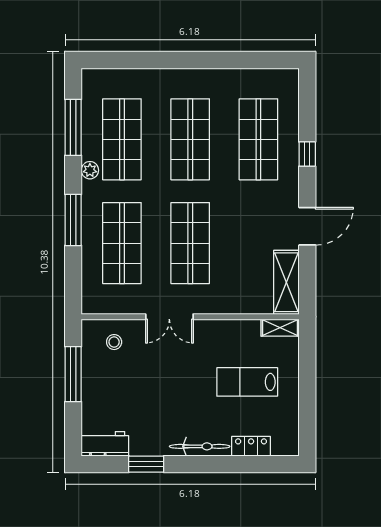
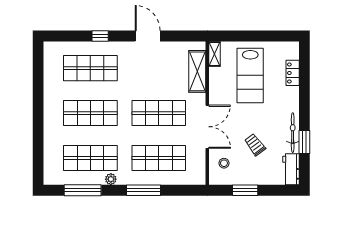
shelving: (286, 282) -> (197, 71), moved, turned 90
double door: (169, 317) -> (207, 127), width x1.37
window: (73, 374) -> (245, 190), width x0.69
lab bench: (247, 382) -> (250, 76), width x1.36, depth x1.39
trolley: (142, 389) -> (255, 145), added
bicycle: (200, 446) -> (293, 133), moved

